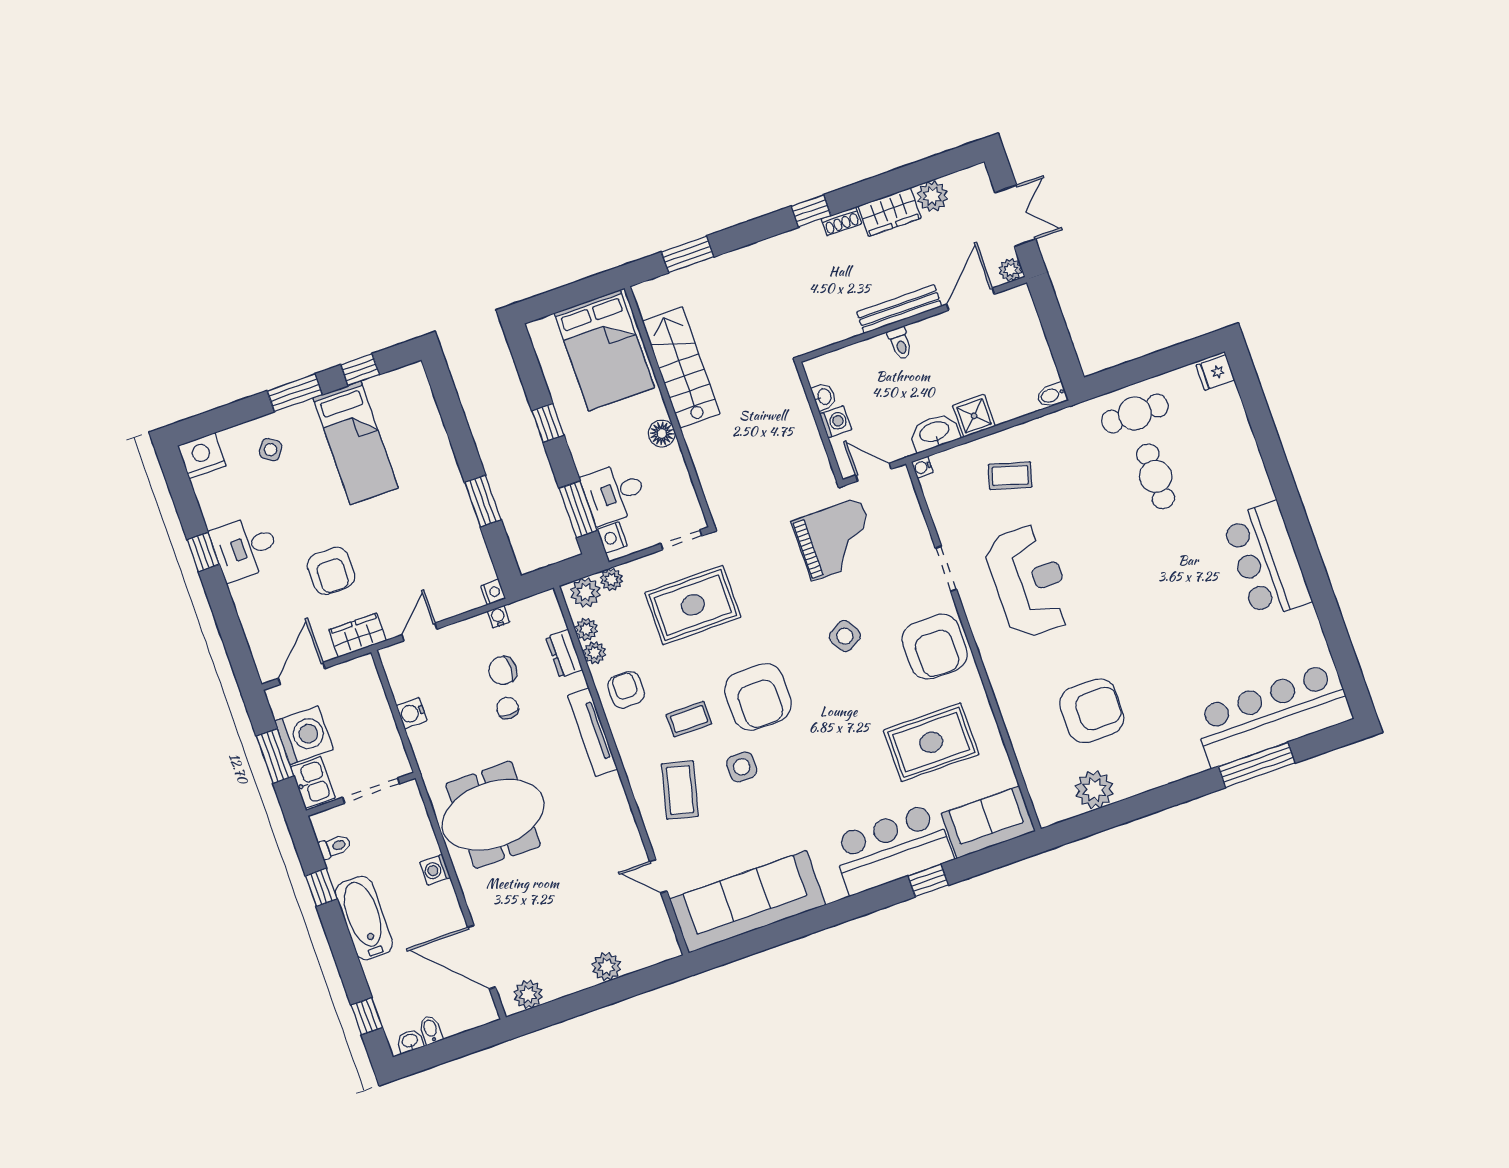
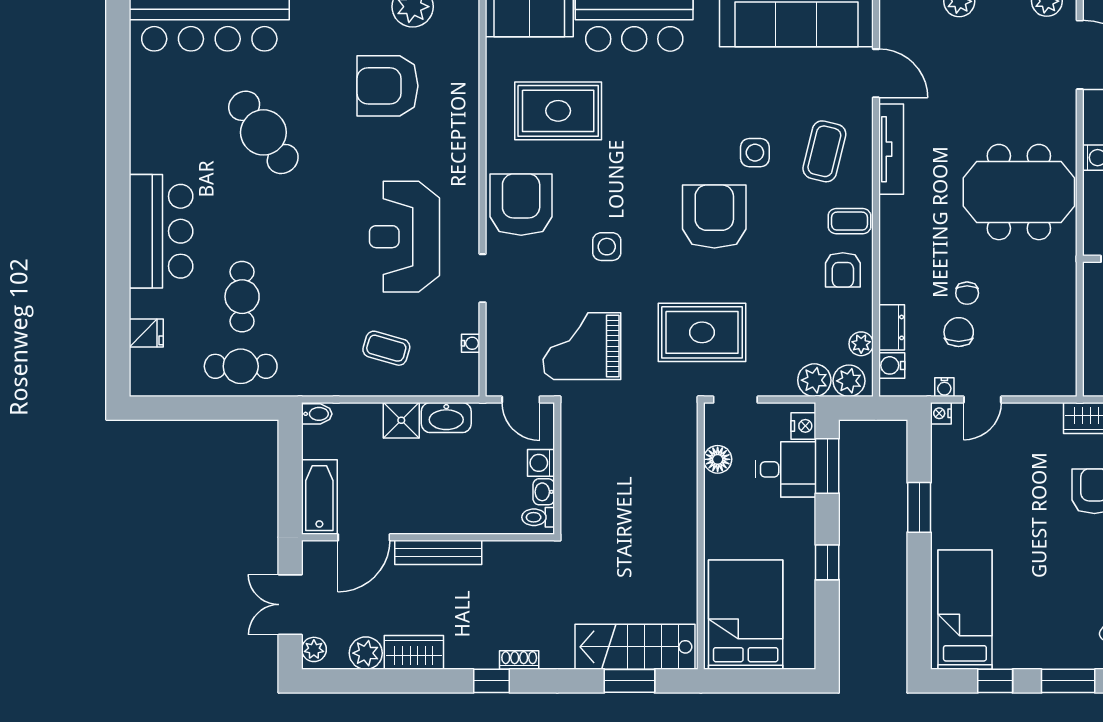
shoe rack: (841, 221) -> (519, 660), moved
plant: (1010, 270) -> (314, 649), moved
bathtub: (1023, 321) -> (319, 497), added
toilet: (900, 343) -> (538, 517), moved, turned -90
stairs: (681, 367) -> (635, 647), moved, turned 90
fridge: (1215, 373) -> (146, 333), moved
floor lamp: (662, 433) -> (718, 459), moved
bed: (356, 443) -> (965, 610), moved
water cooler: (922, 467) -> (471, 343), moved
bar counter: (1267, 560) -> (161, 231), moved
plant: (611, 579) -> (814, 380), width x1.38, depth x1.38
rug: (693, 605) -> (702, 332), moved
cafe table: (1188, 630) -> (263, 132), added
door: (420, 632) -> (982, 400), moved
side table: (845, 636) -> (607, 247), turned 30
plant: (595, 653) -> (861, 318), removed
chair: (503, 671) -> (959, 332), turned -90
water cooler: (412, 713) -> (892, 365), moved, turned 180
coffee table: (689, 719) -> (849, 221), moved
tv unit: (592, 732) -> (891, 149), moved
door: (658, 876) -> (876, 73), width x1.38

